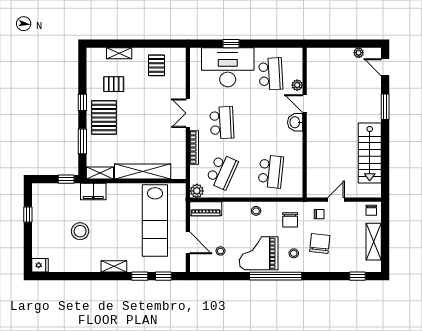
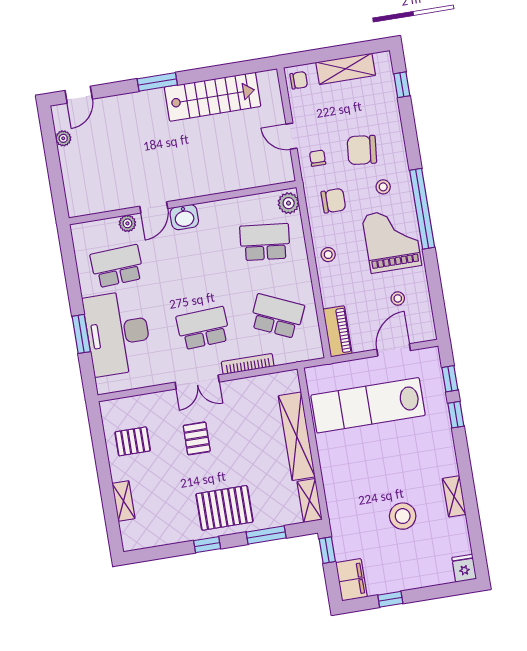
window: (231, 44) -> (81, 334), width x1.50
pallet: (114, 84) -> (197, 438), moved
window: (385, 107) -> (157, 82), moved
plant: (197, 191) -> (289, 203), moved
filing cabinet: (93, 192) -> (351, 580), moved
lab bench: (155, 221) -> (368, 405), turned 180
grand piano: (259, 253) -> (392, 240), turned 180
shelving: (114, 266) -> (454, 496), moved

